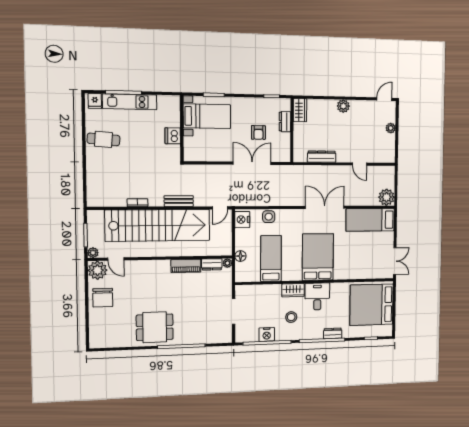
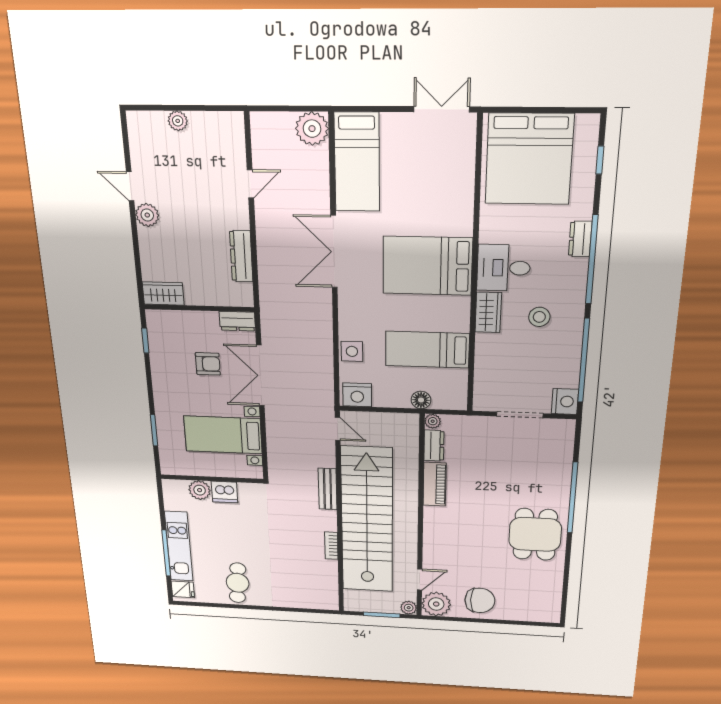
door: (384, 99) -> (130, 186), moved
bed with nightstands: (207, 116) -> (223, 435), moved, turned -90
plant: (173, 120) -> (200, 490), added
dresser: (285, 122) -> (237, 321), moved
nightstand: (267, 334) -> (565, 401), moved

